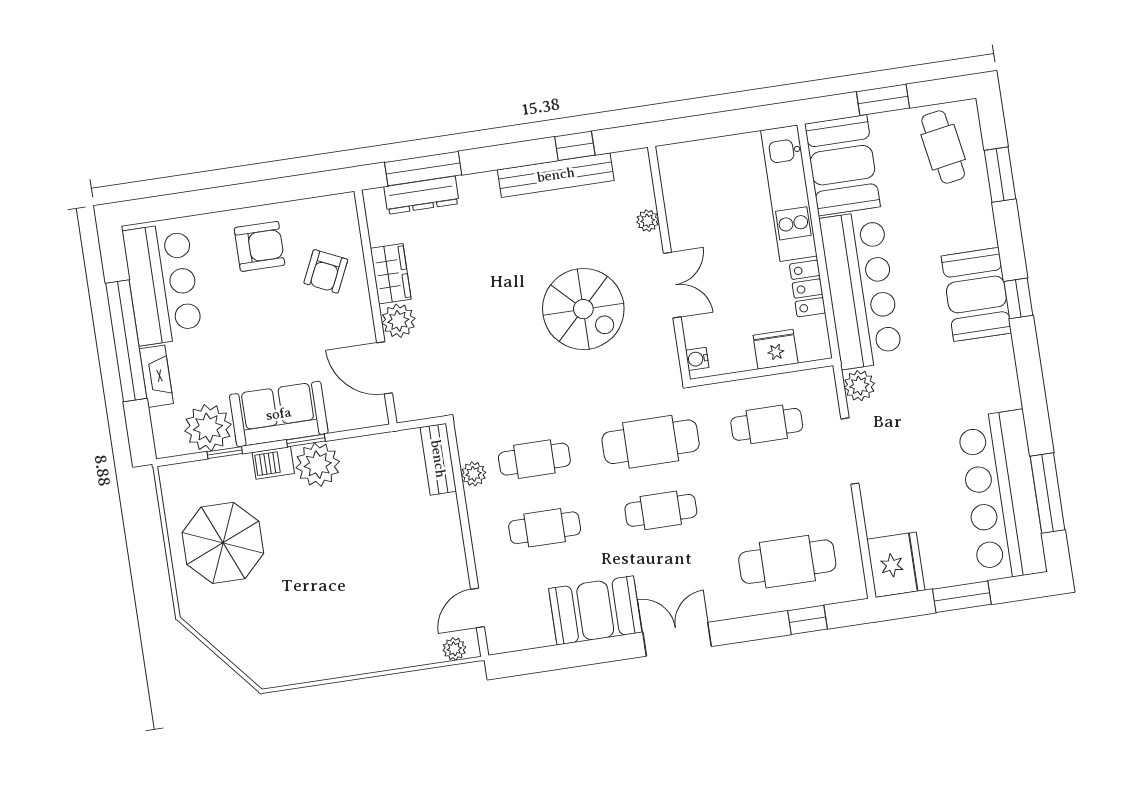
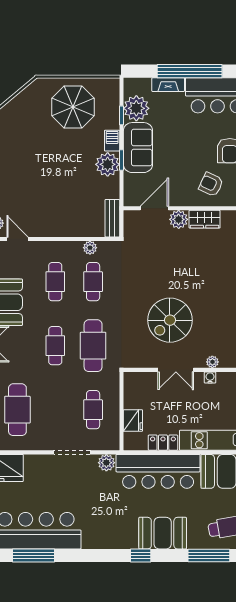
window: (1000, 175) -> (209, 555), width x1.44
booth: (976, 294) -> (163, 533), moved
water cooler: (697, 359) -> (210, 377), moved
bench: (438, 459) -> (112, 218), moved, turned 90

